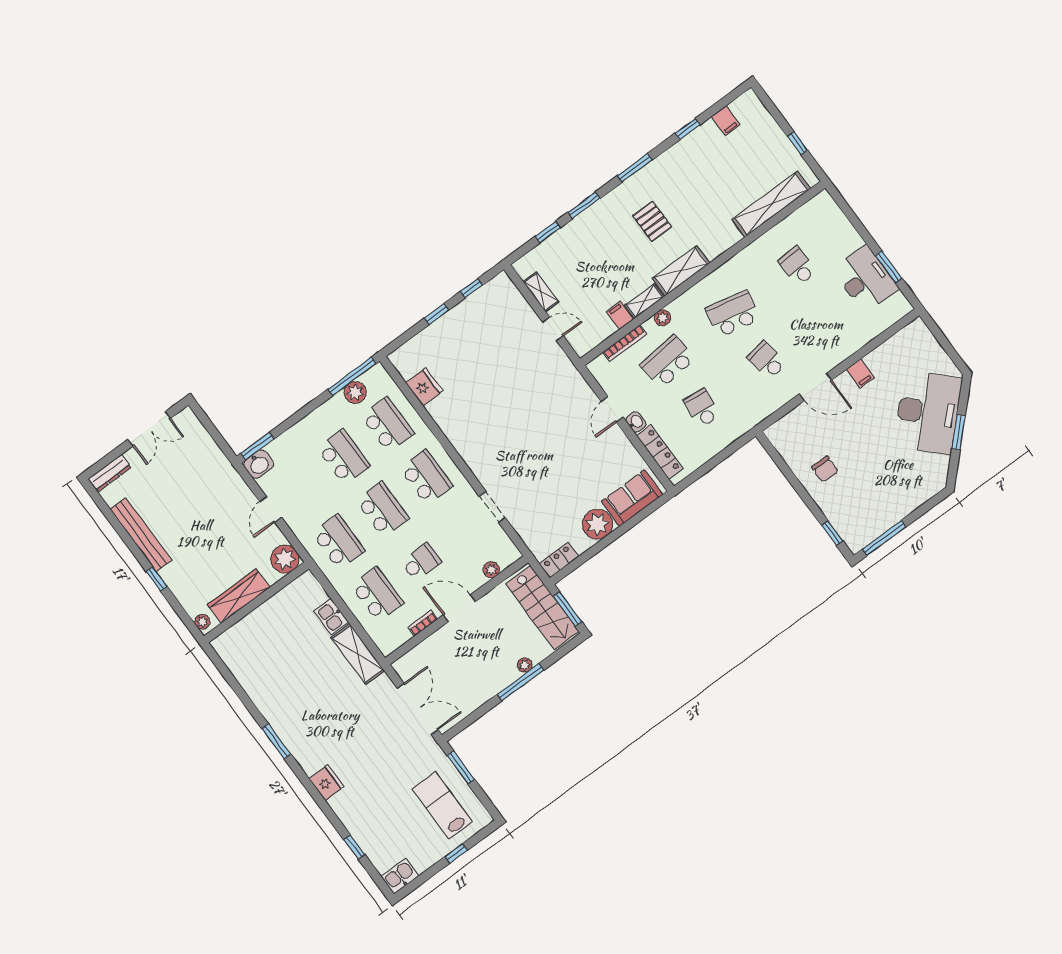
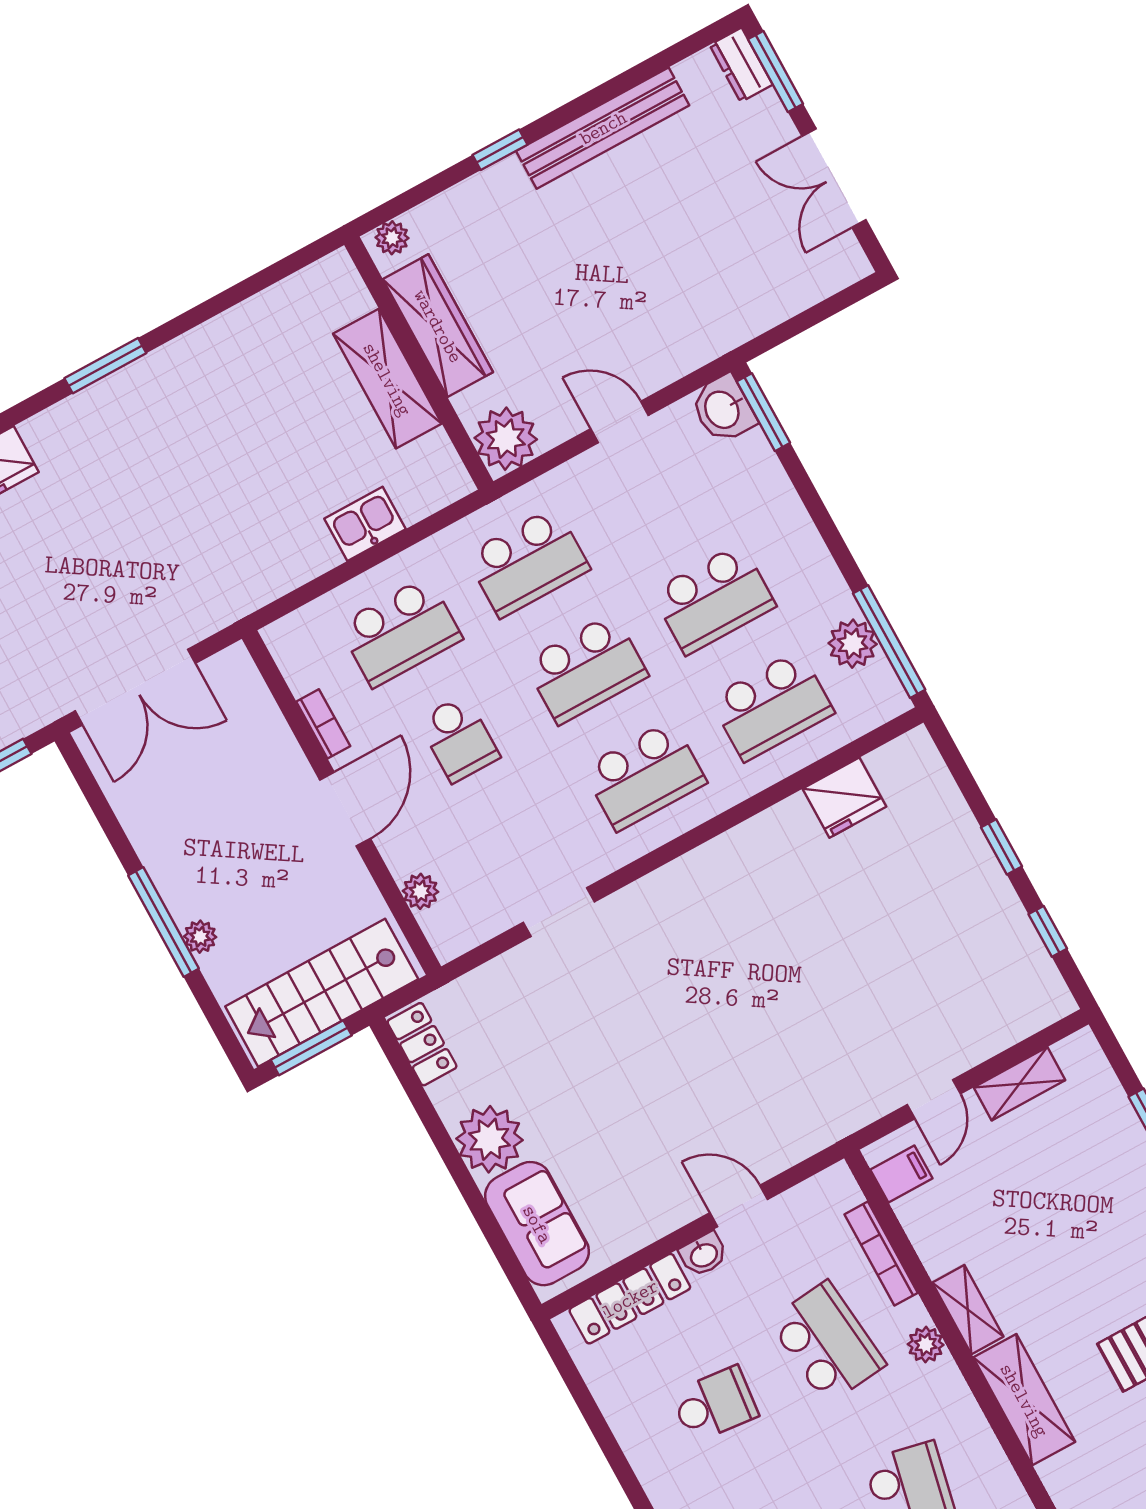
filing cabinet: (620, 316) -> (901, 1174), moved
window: (105, 461) -> (776, 71), added
dresser: (110, 473) -> (741, 65), width x0.70
shelving: (358, 654) -> (387, 379), moved, turned 90

